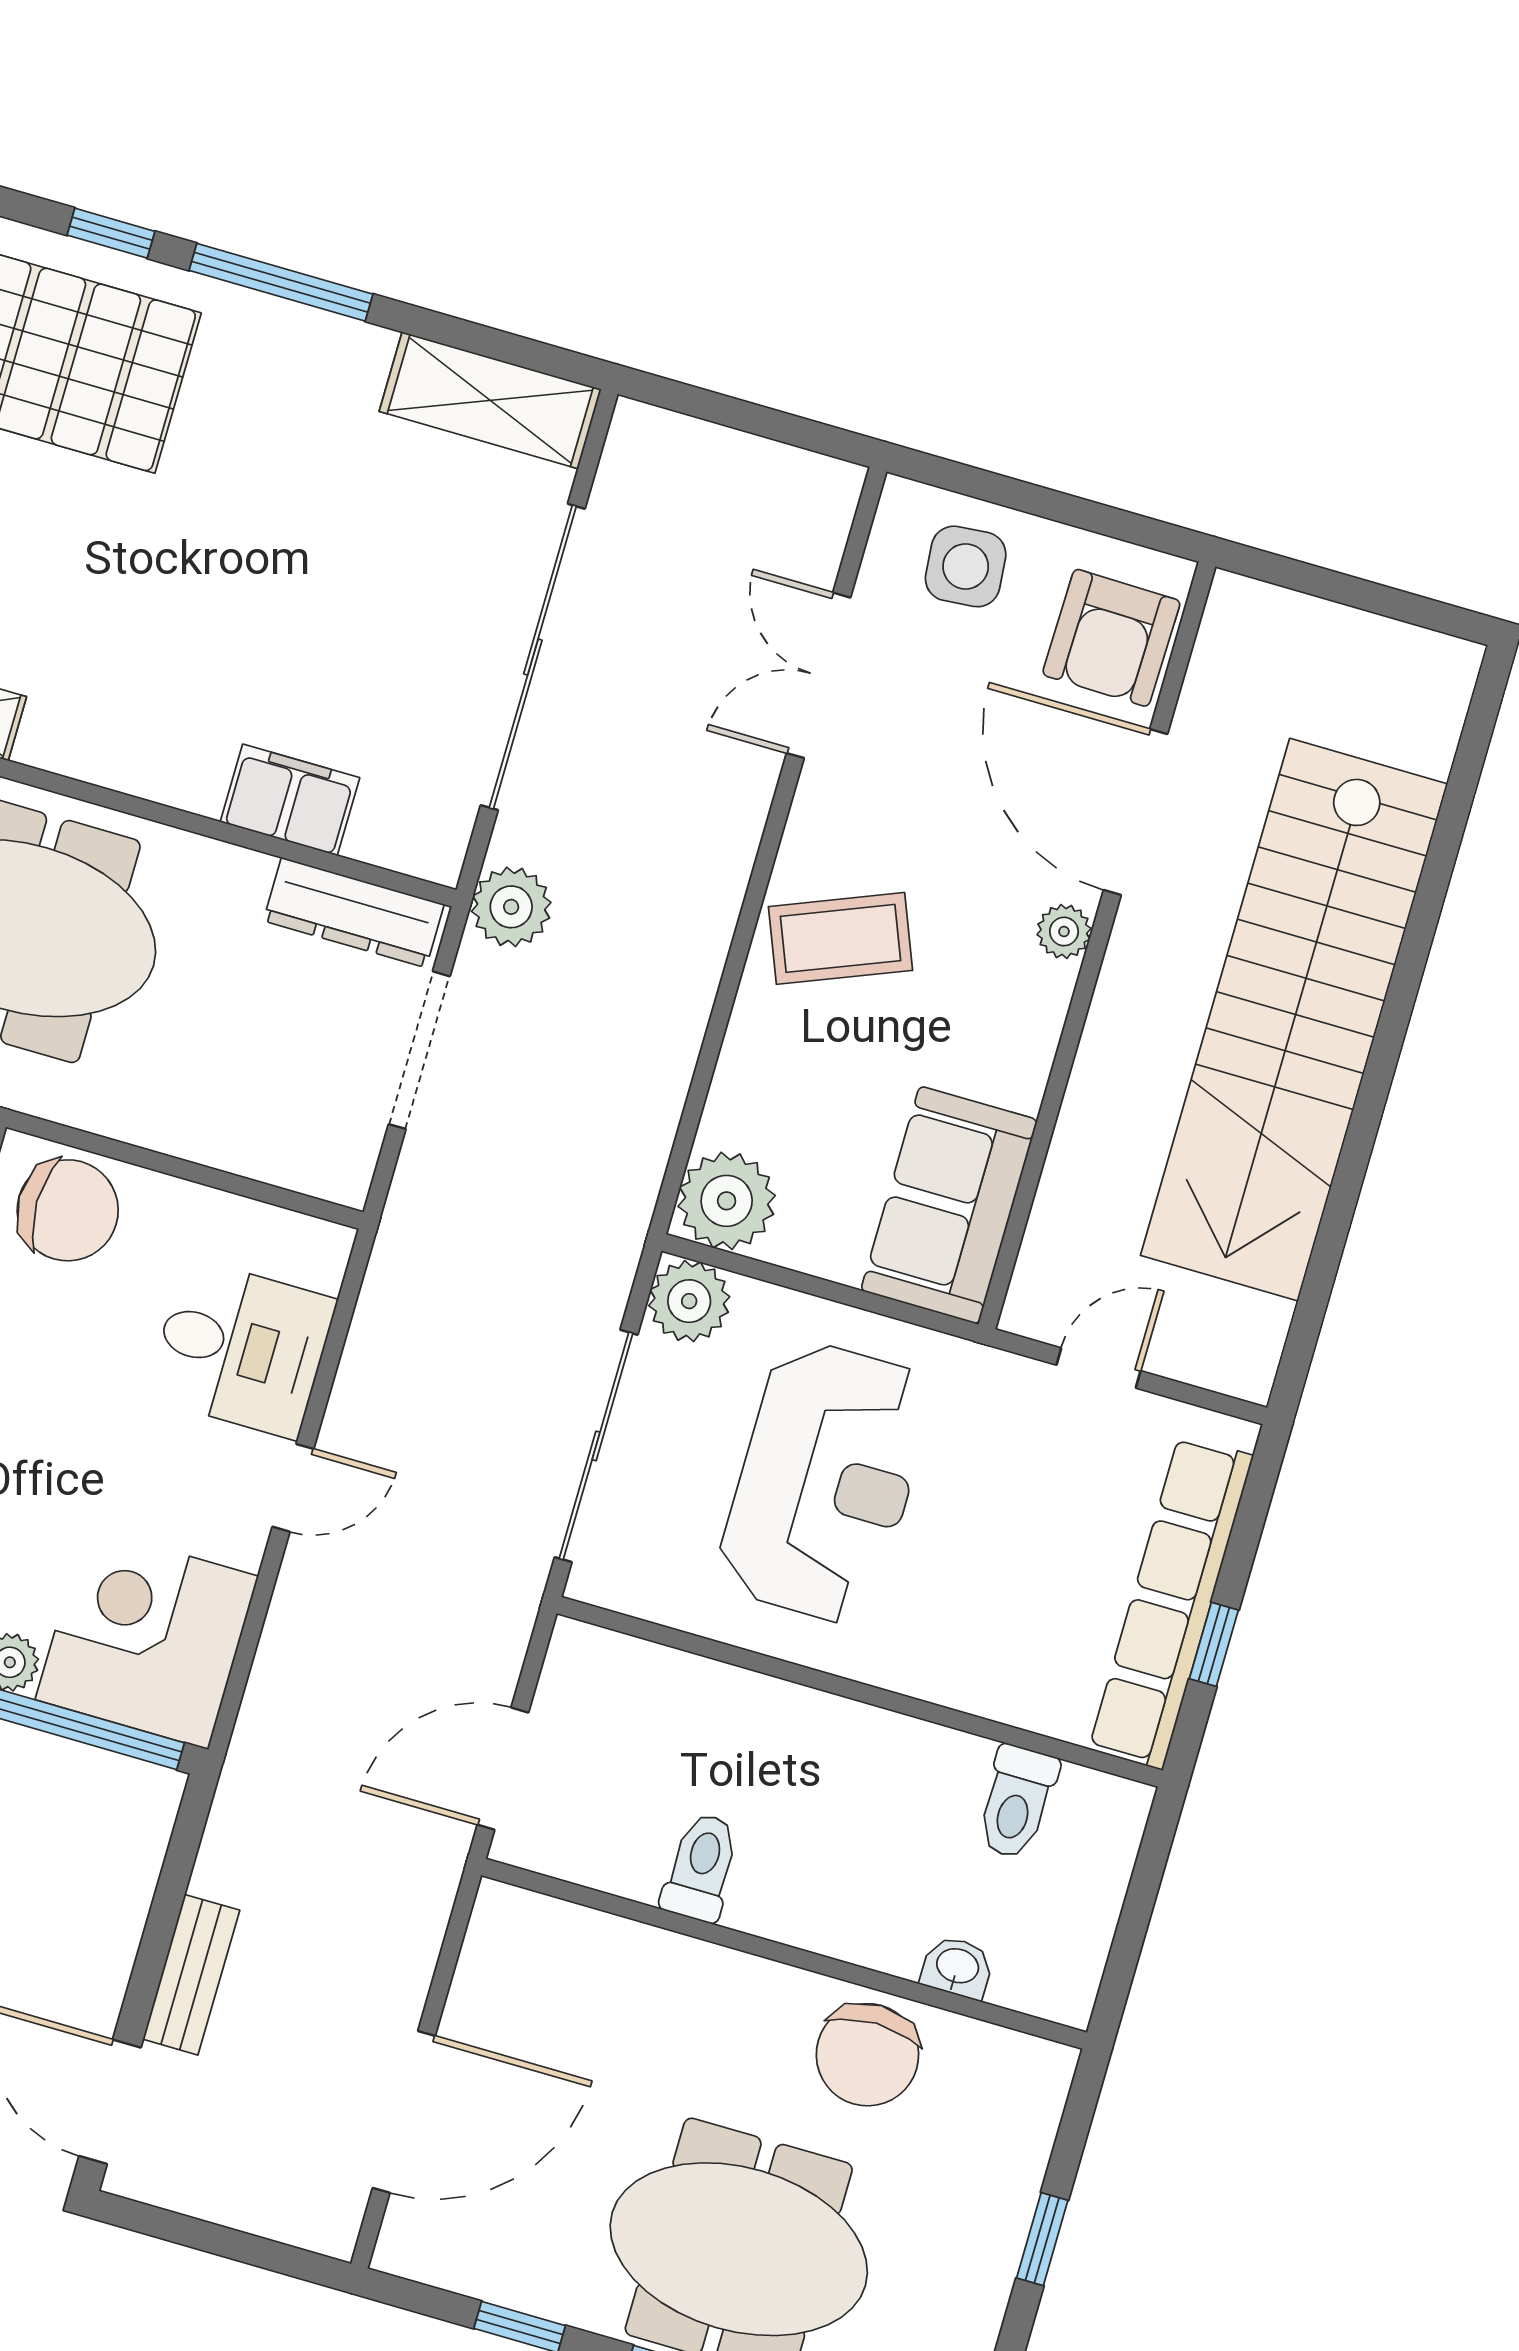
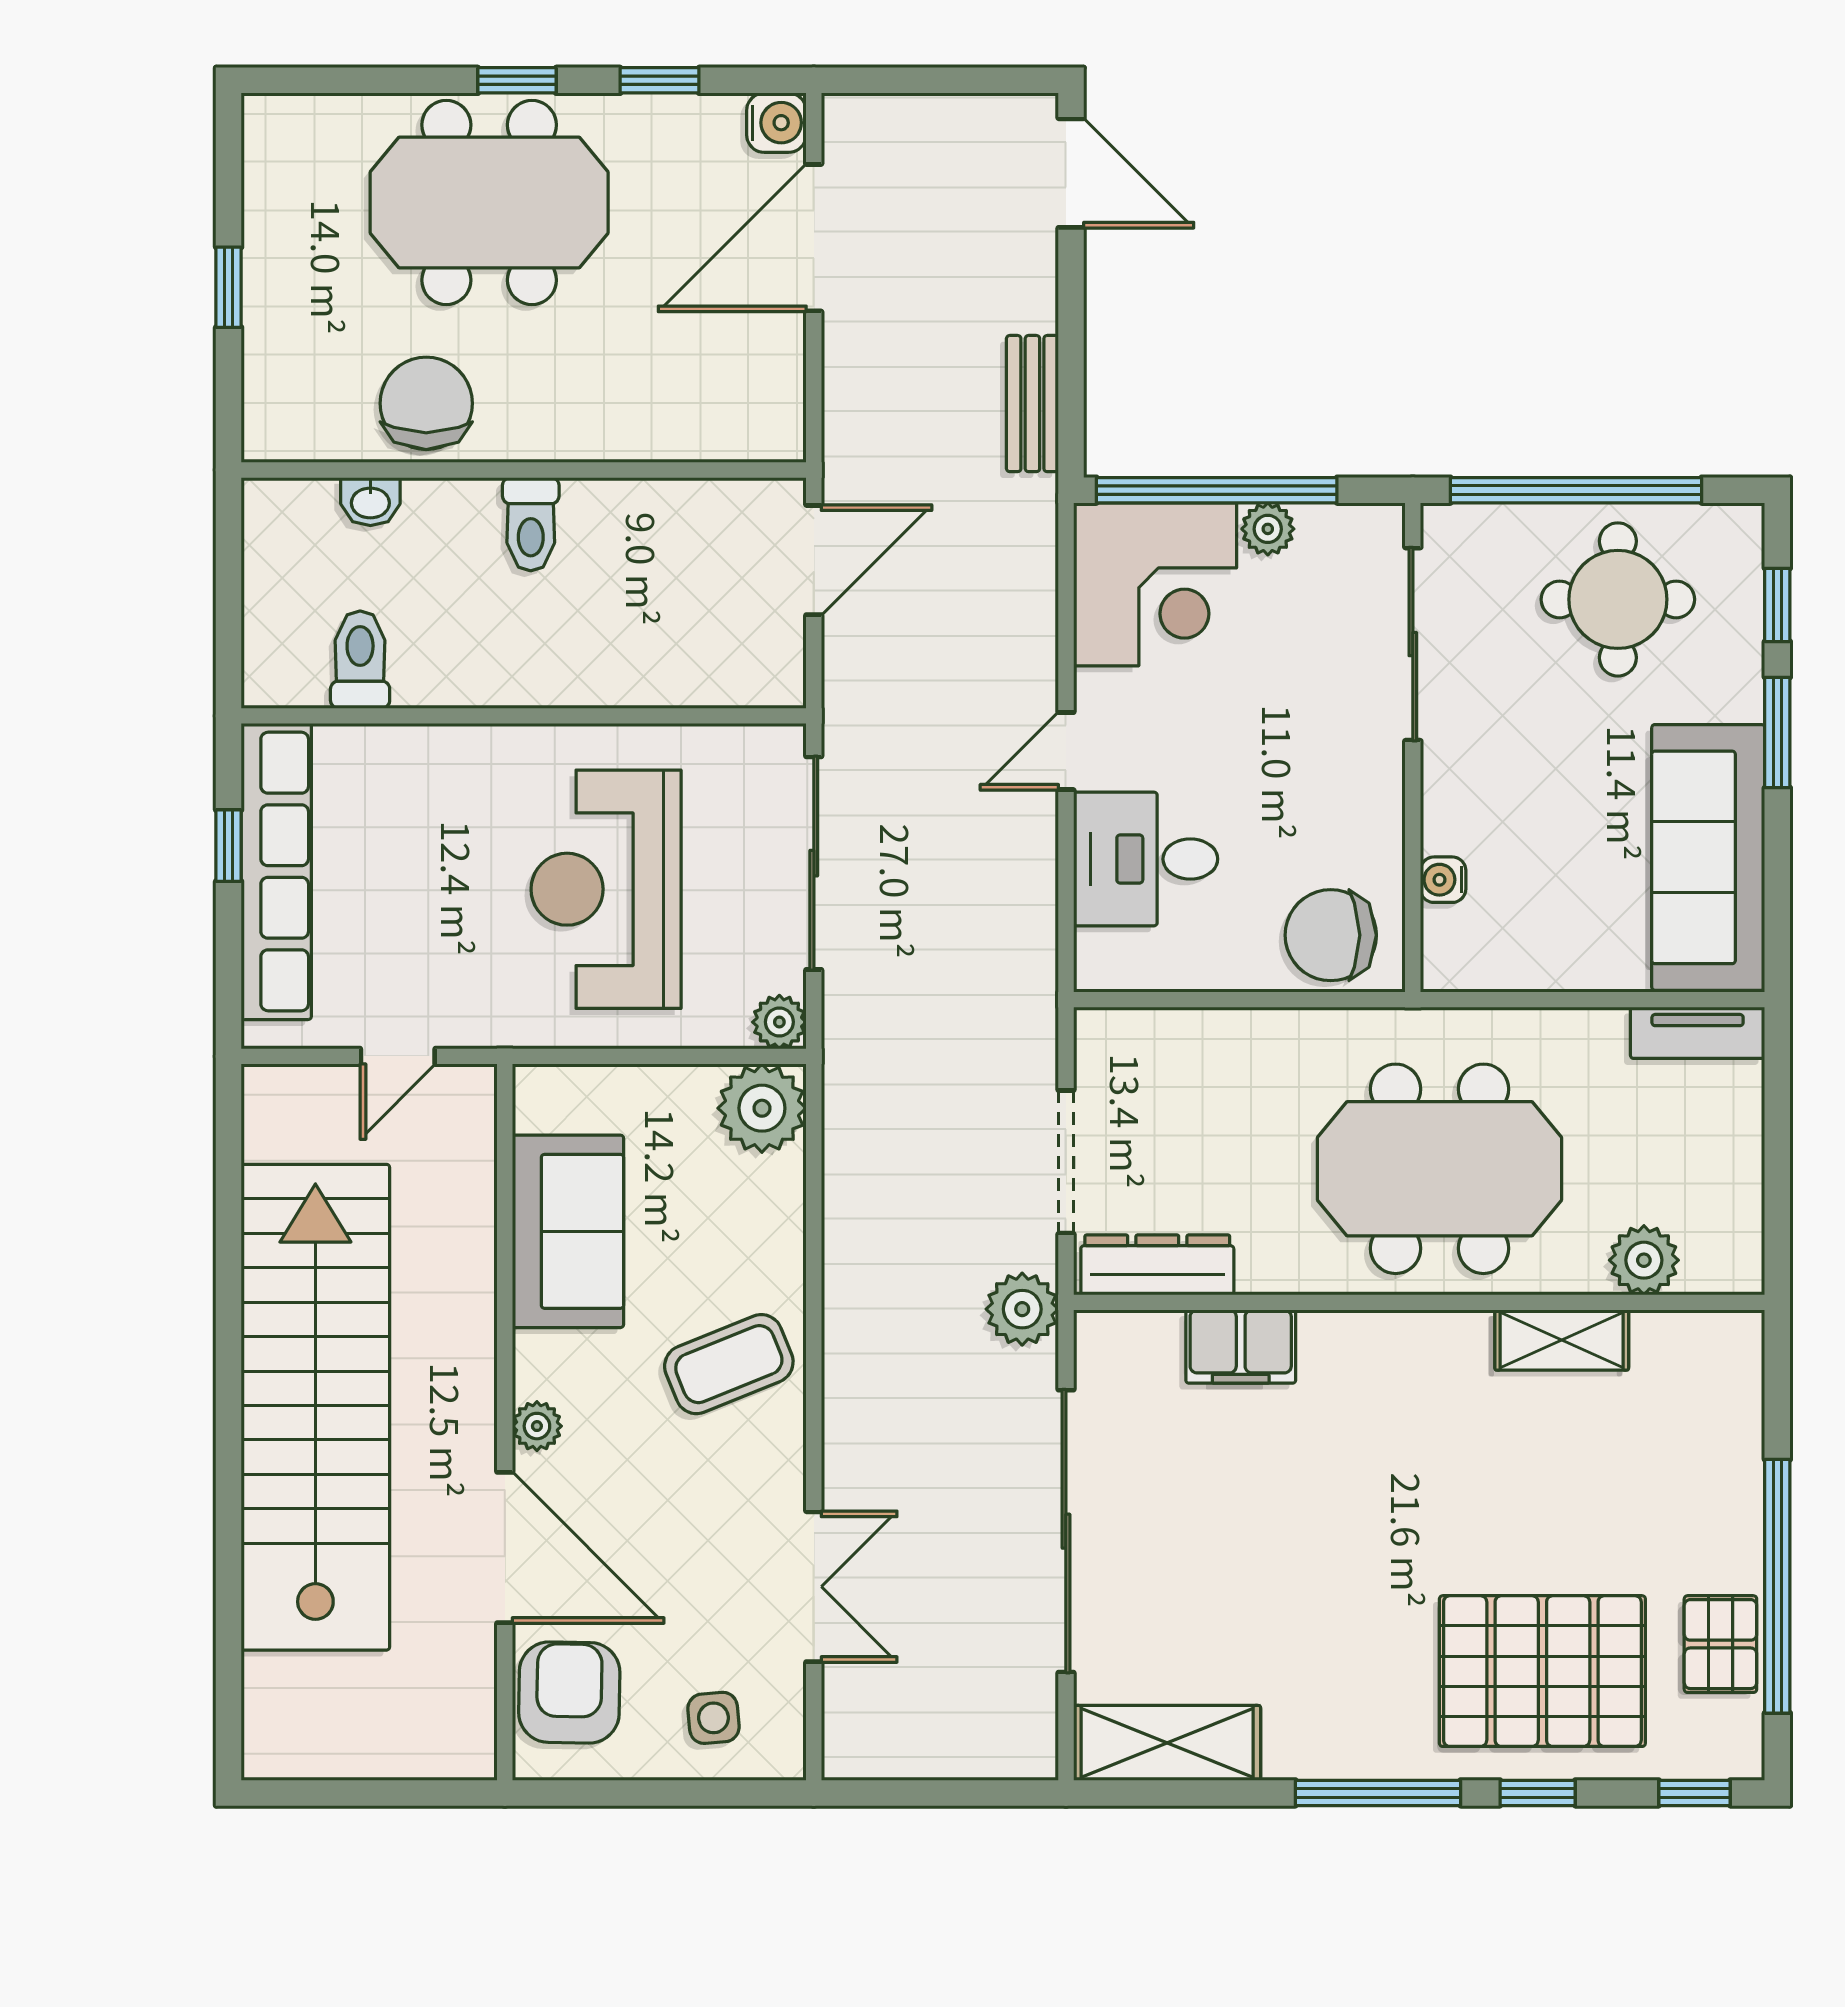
side table: (966, 566) -> (713, 1718), width x0.73, depth x0.73
sofa: (949, 1205) -> (568, 1231), moved
plant: (689, 1301) -> (779, 1022), width x0.73, depth x0.73
toilet: (701, 1867) -> (531, 524), moved
bench: (191, 1975) -> (1032, 404), moved
water cooler: (408, 2246) -> (776, 123), added

